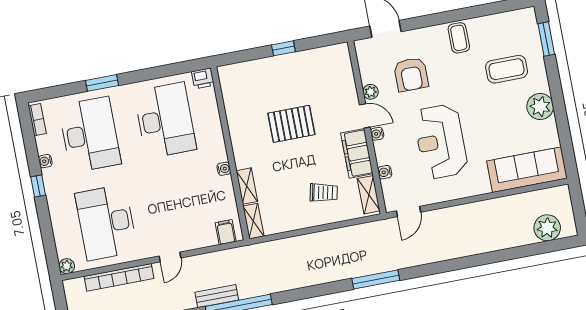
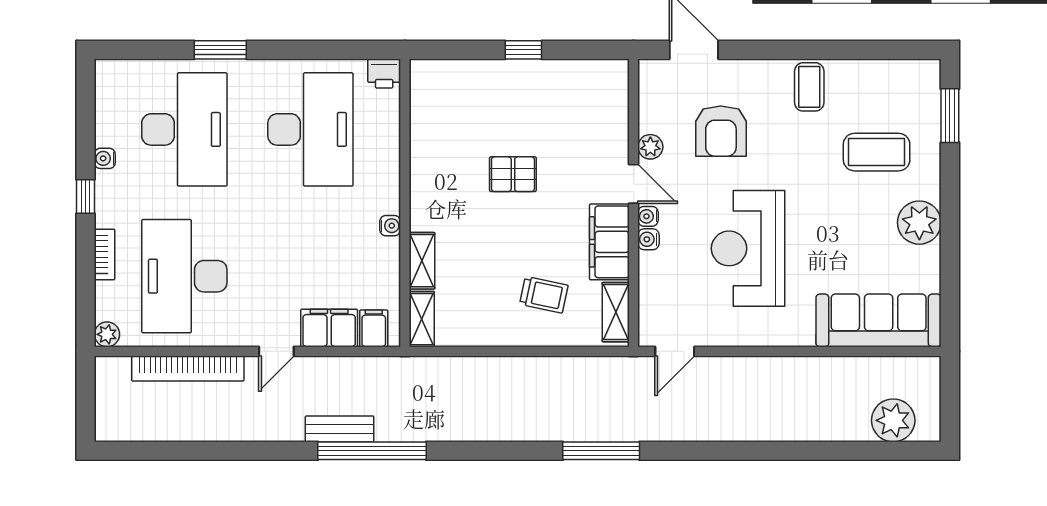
bookcase: (37, 120) -> (105, 254), moved
pallet: (291, 124) -> (513, 174), width x0.67, depth x0.71
water cooler: (385, 172) -> (649, 239), moved
filing cabinet: (199, 237) -> (329, 328), added

